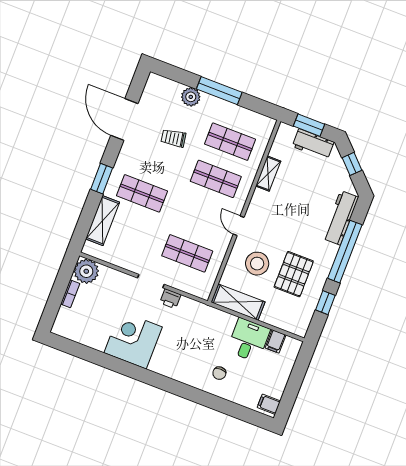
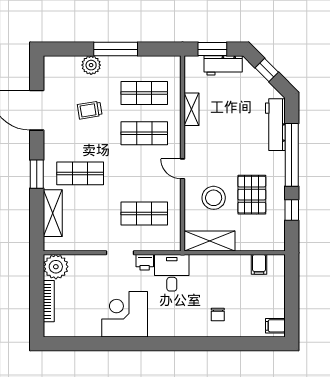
bookcase: (70, 294) -> (49, 301), width x1.56
desk: (248, 340) -> (172, 273), moved

